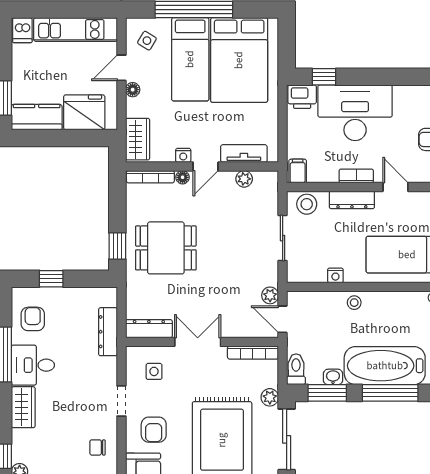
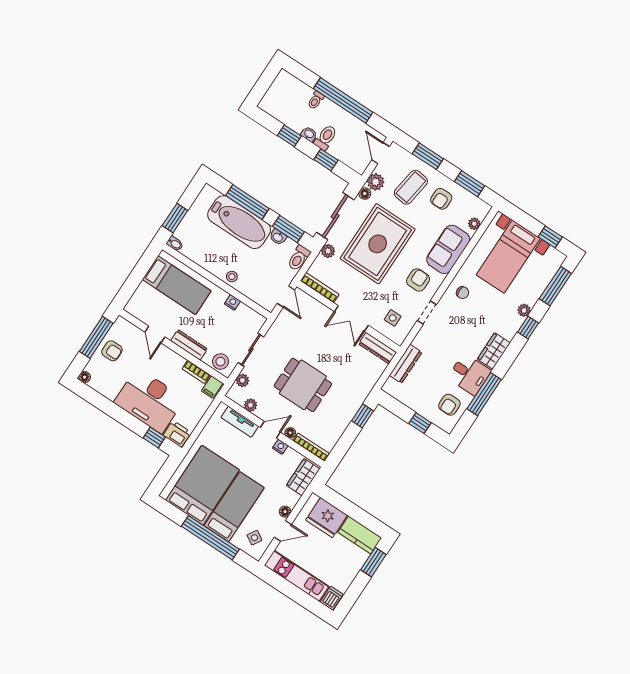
bookcase: (356, 176) -> (196, 372), moved
dining table: (166, 248) -> (303, 385), moved
plant: (270, 295) -> (242, 380), moved

